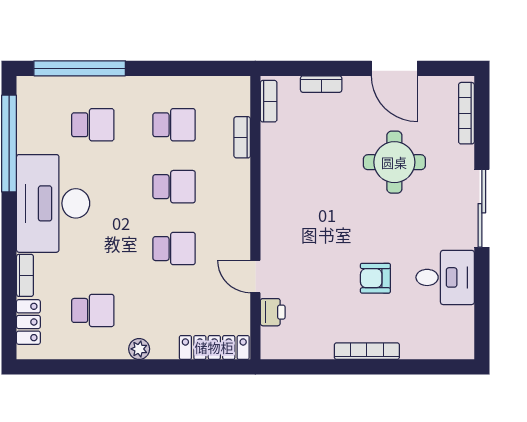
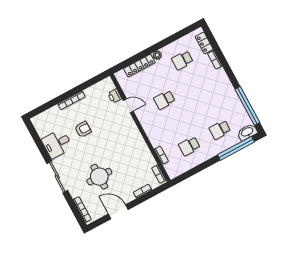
washbasin: (39, 89) -> (247, 132), added
school desk: (174, 187) -> (177, 123), removed
desk: (53, 203) -> (219, 92), removed
locker: (214, 347) -> (139, 66), moved

